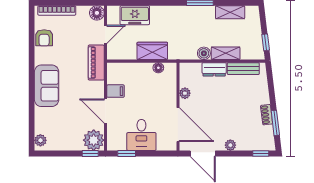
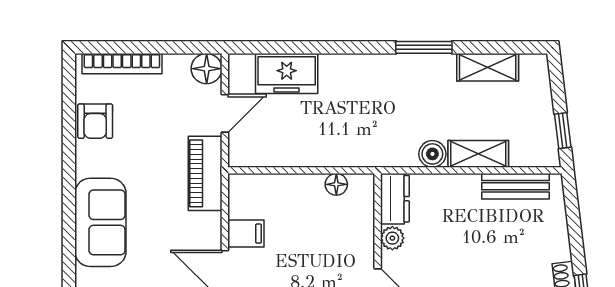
wardrobe: (152, 51) -> (324, 149), removed
dresser: (214, 69) -> (395, 199), moved, turned -90

